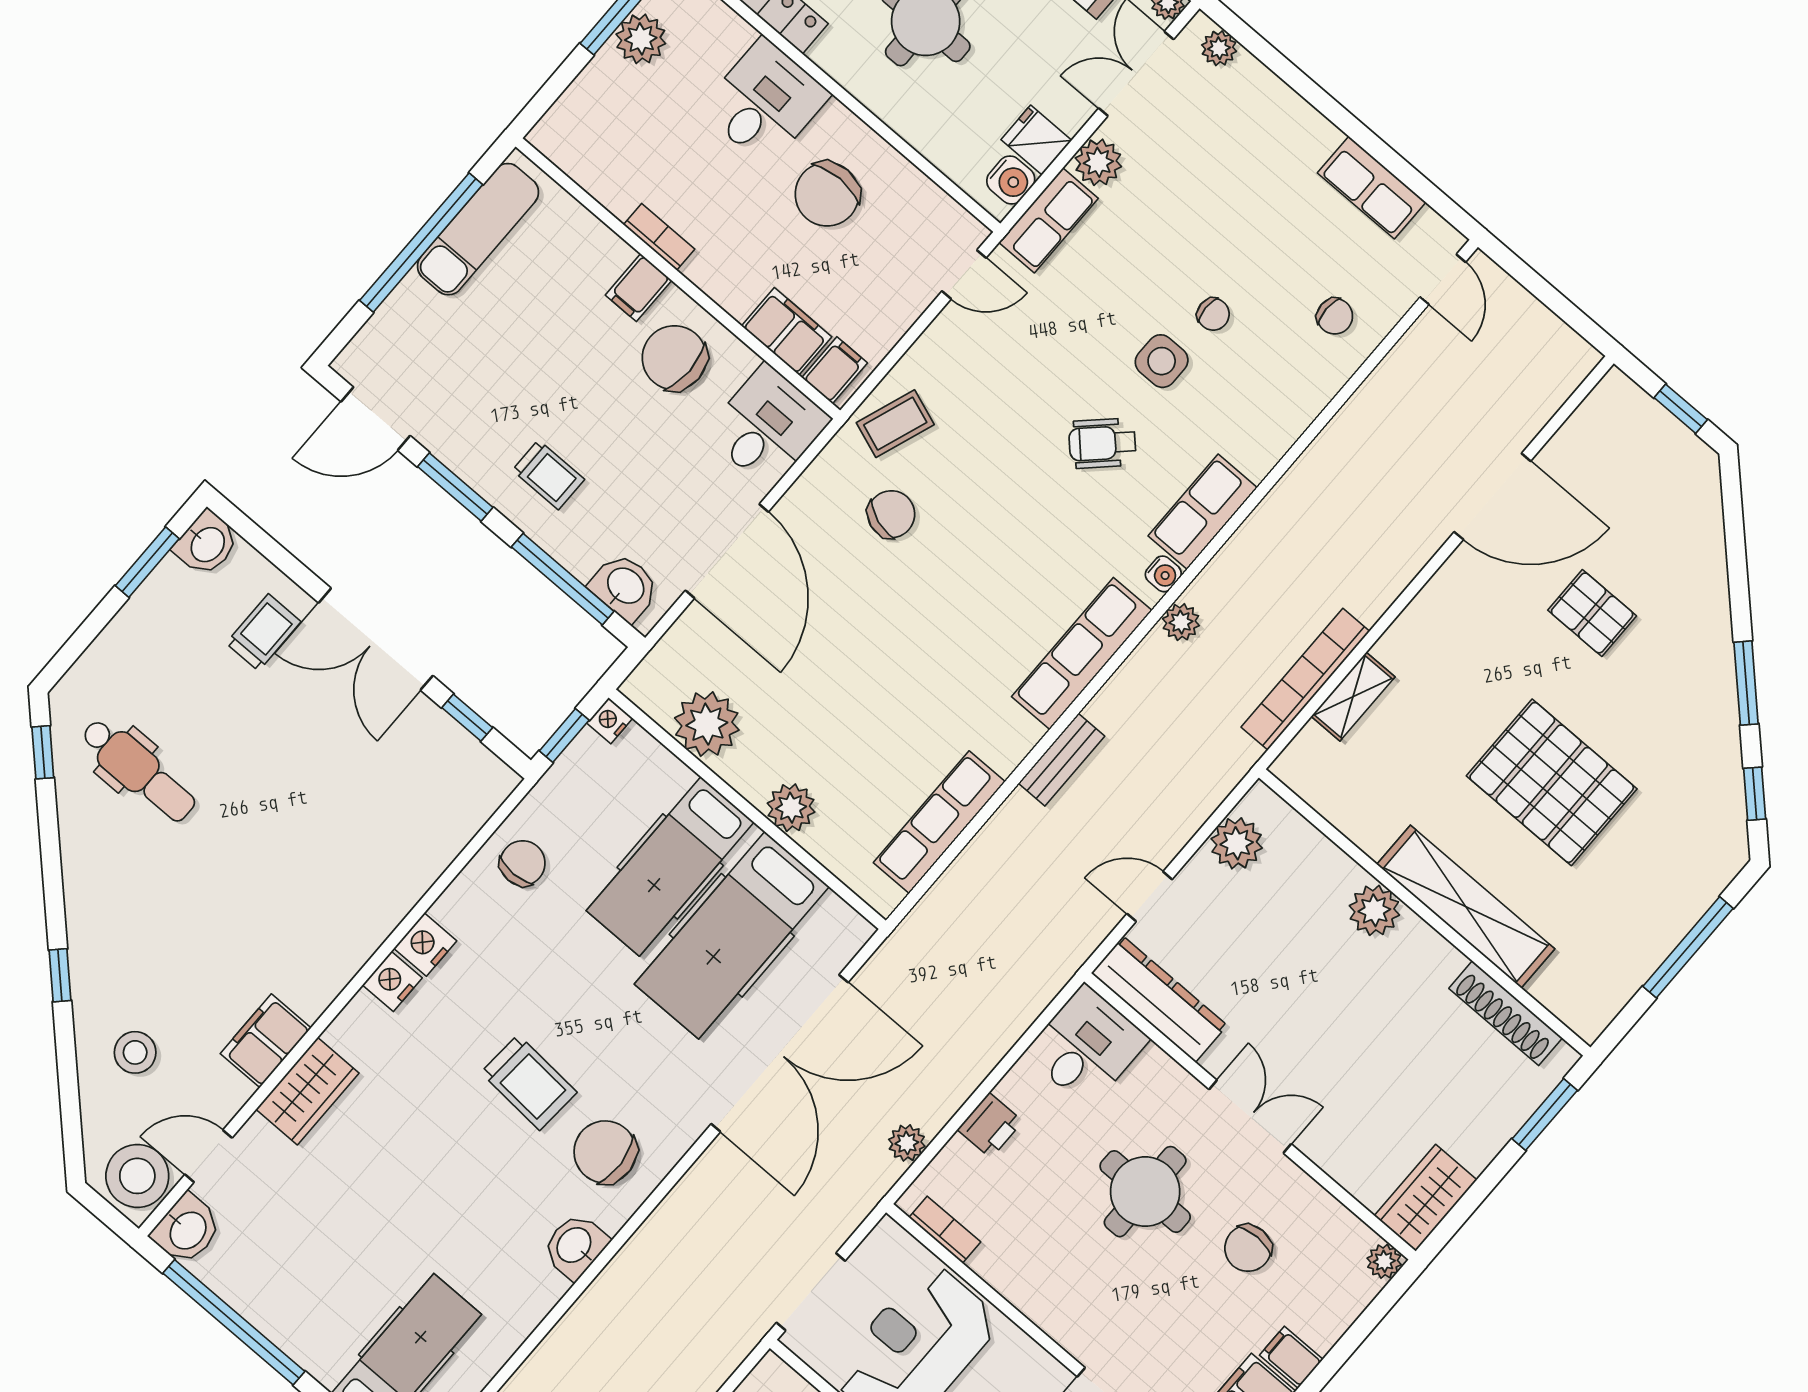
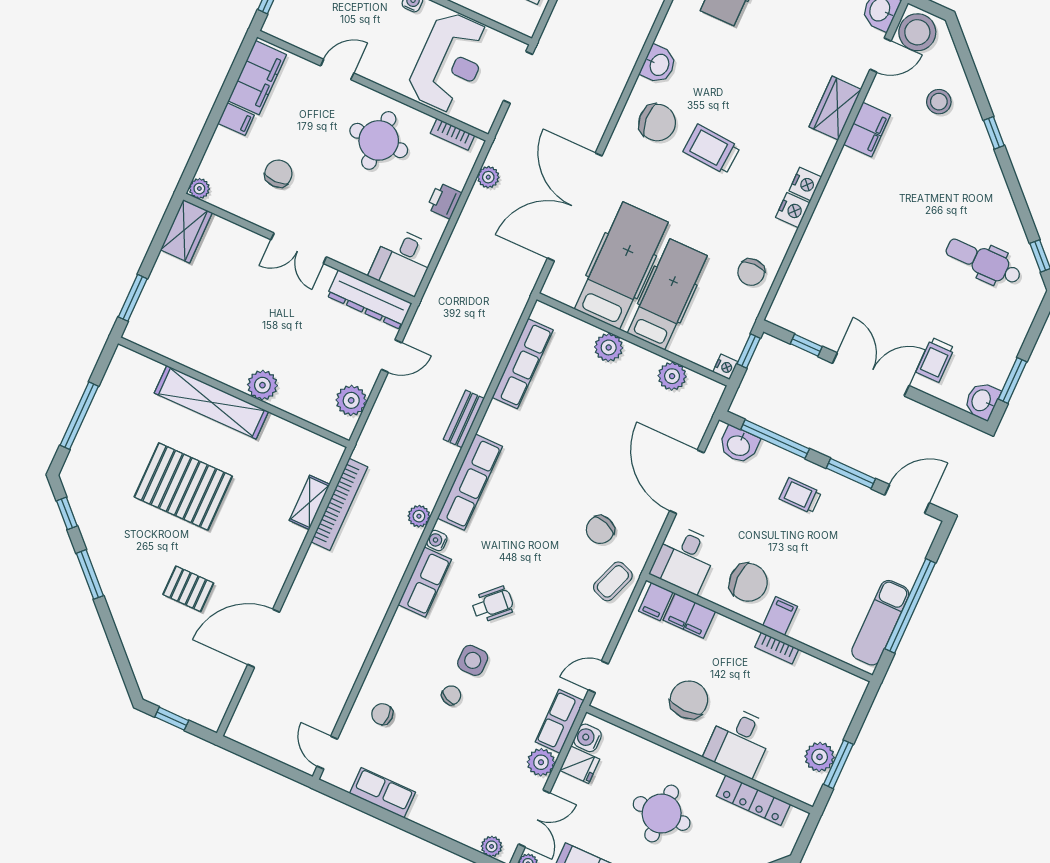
chair: (1213, 314) -> (451, 695), turned 116
plant: (707, 724) -> (672, 376), width x0.73, depth x0.73
shoe rack: (1506, 1013) -> (171, 349), removed
round table: (1145, 1192) -> (379, 140), moved

